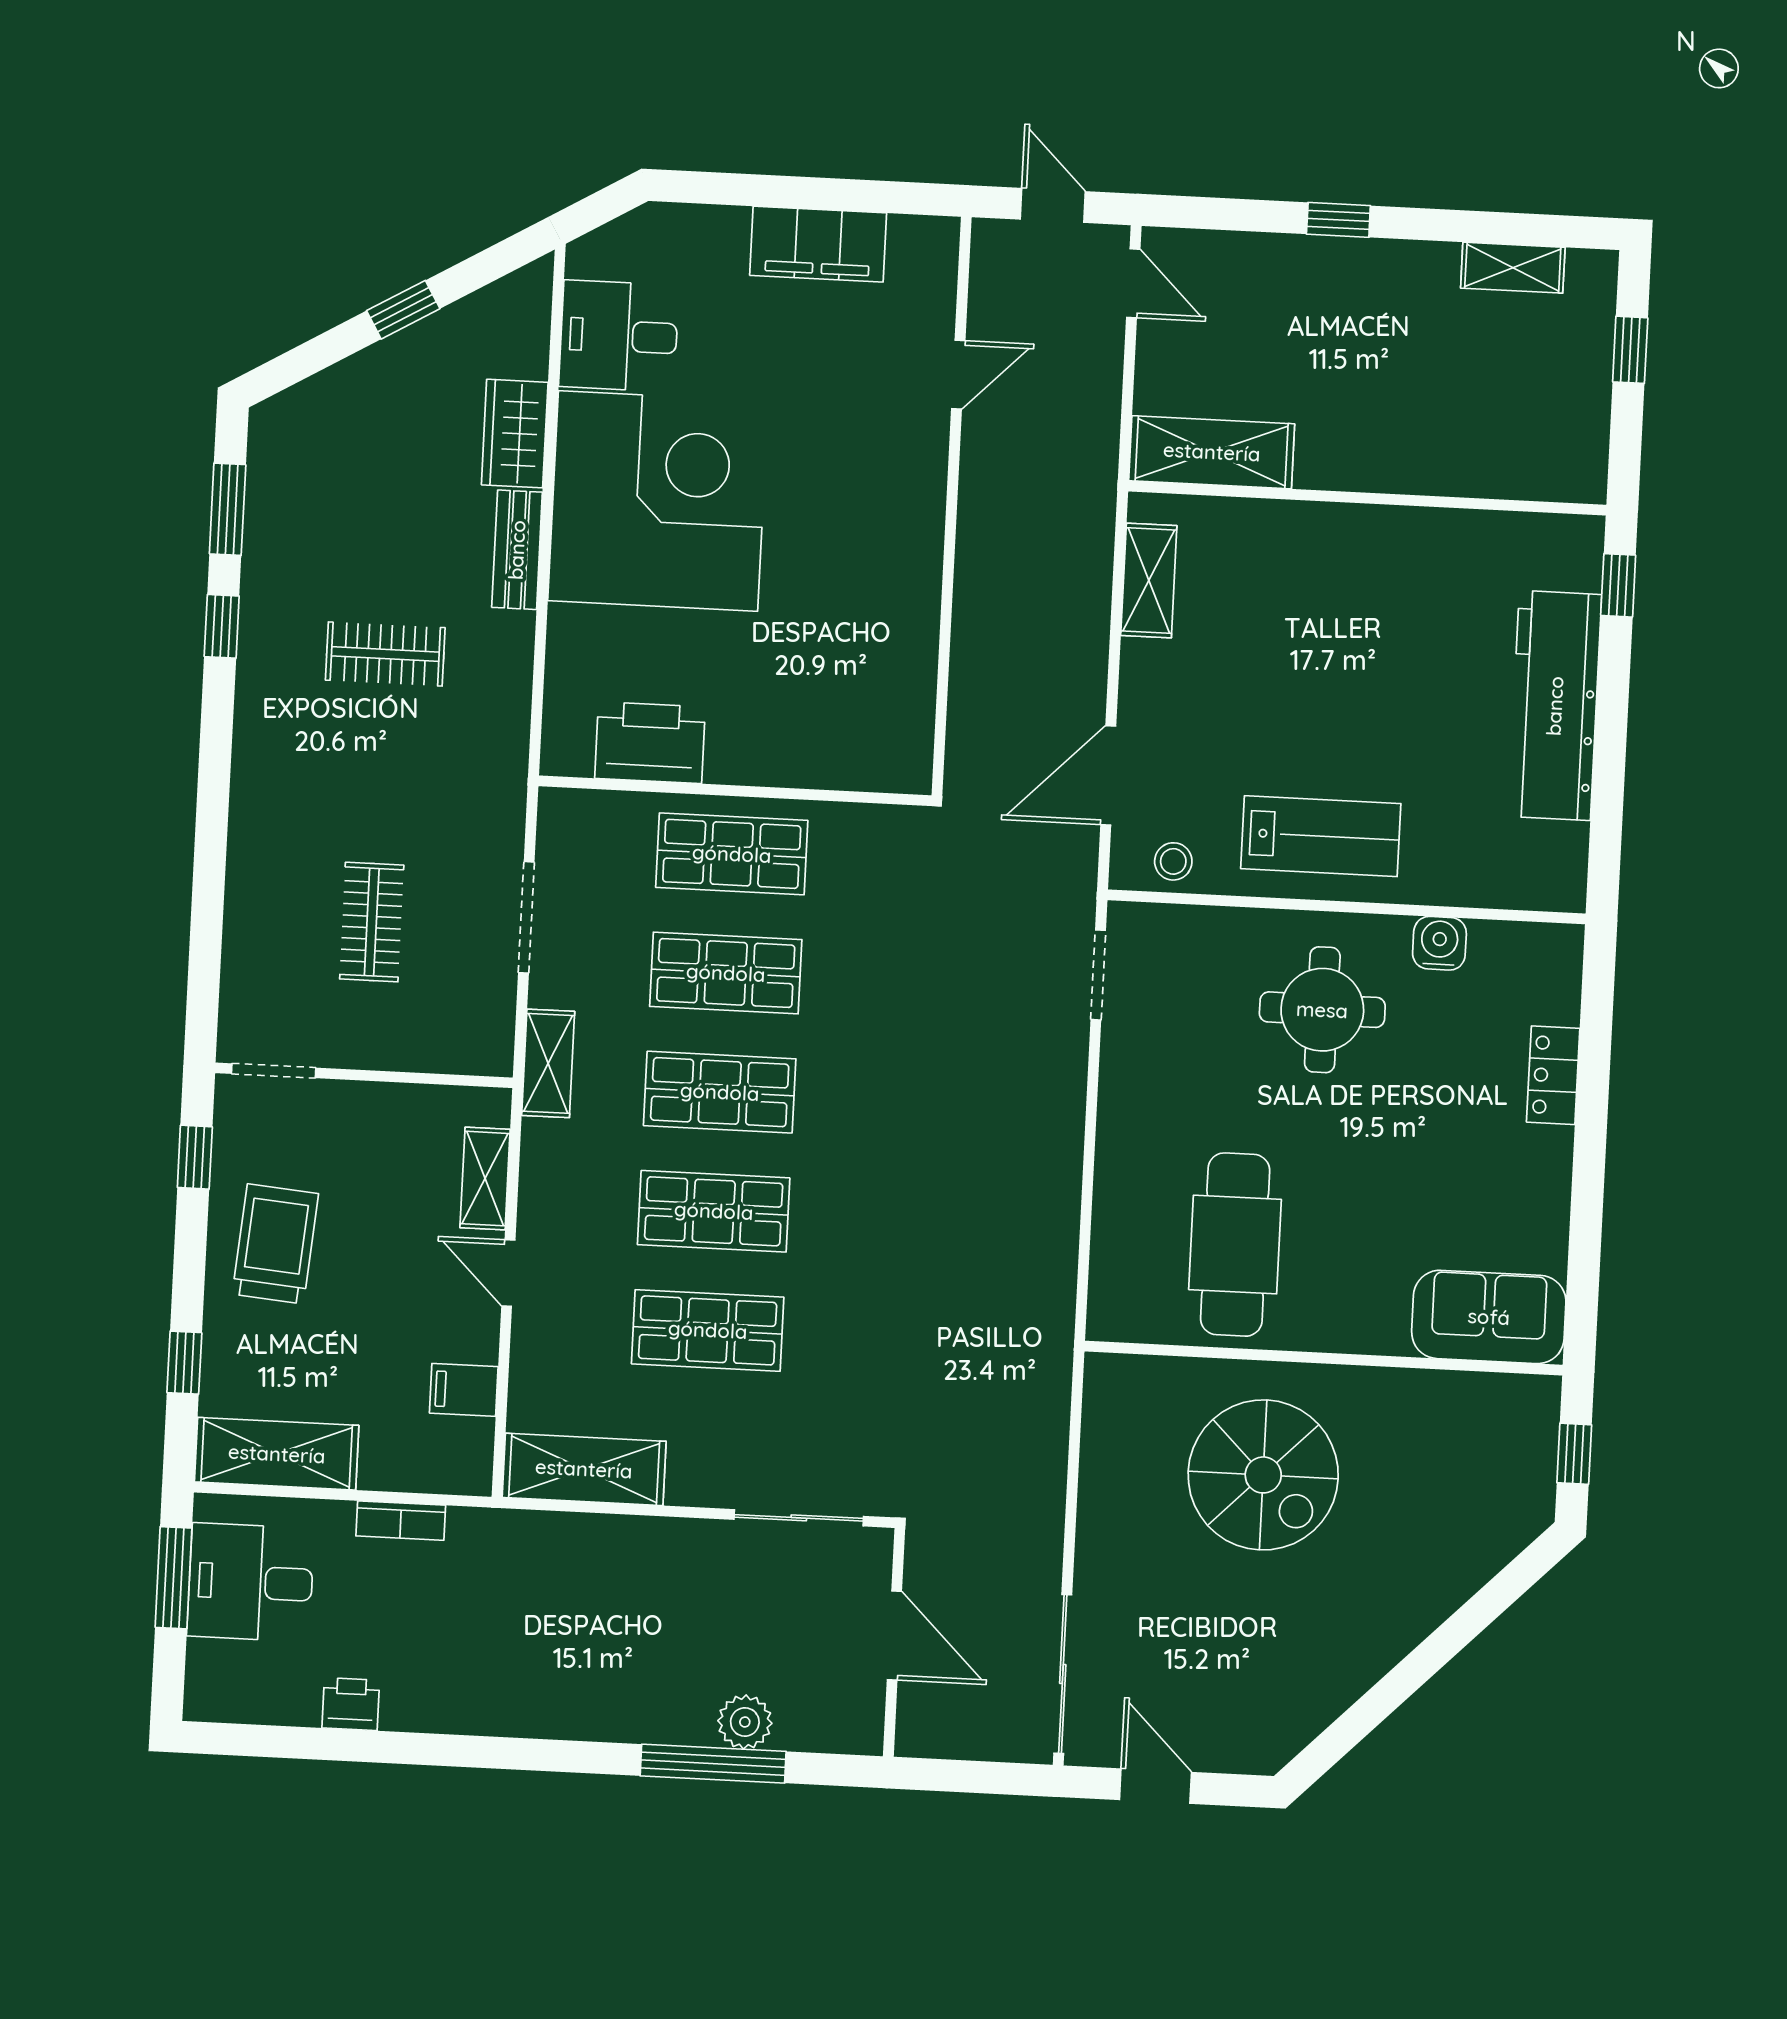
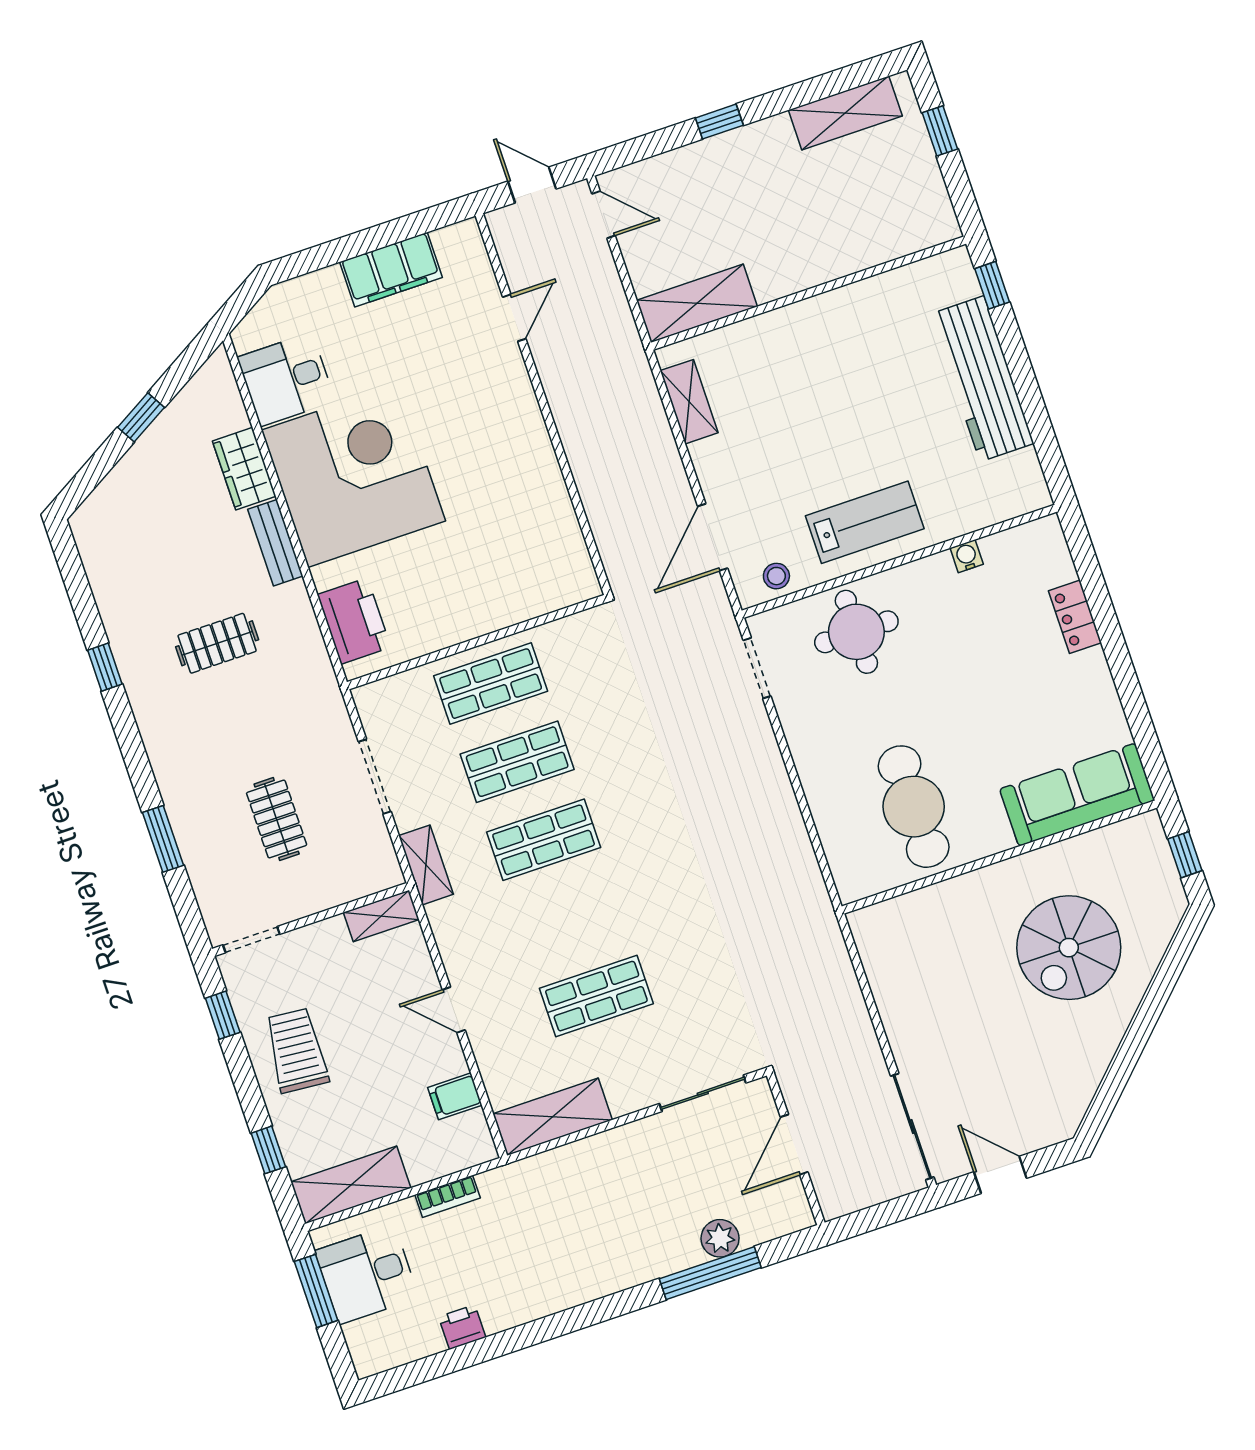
shelving: (1513, 268) -> (845, 113), width x1.50, depth x1.33
window: (228, 509) -> (163, 839), moved
printer: (650, 743) -> (354, 621), moved, turned 90
water cooler: (1439, 943) -> (967, 556), width x0.72, depth x0.72
round table: (1322, 1010) -> (856, 632), moved
shelving: (485, 1179) -> (381, 916), moved, turned 90
shop shelf: (714, 1211) -> (570, 918), removed
sofa: (1489, 1317) -> (1077, 795), width x1.36
spiral stairs: (1263, 1475) -> (1069, 948), moved, turned 90
door: (894, 1635) -> (794, 1145), swing flipped

